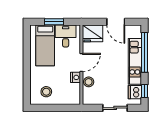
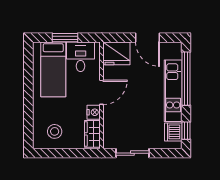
stool: (89, 82) -> (111, 118), removed
wardrobe: (74, 94) -> (92, 134), added
sliding door: (115, 108) -> (132, 153), moved

